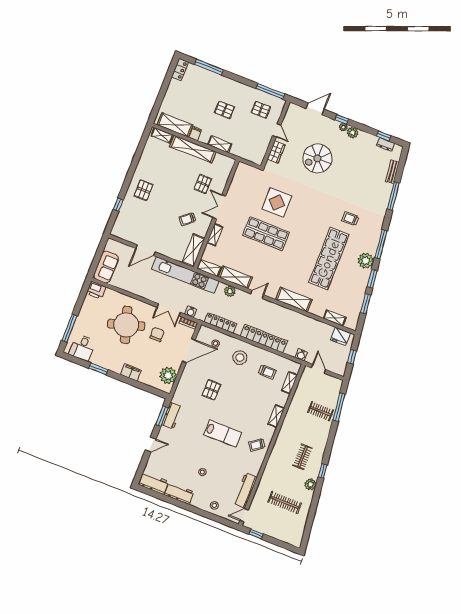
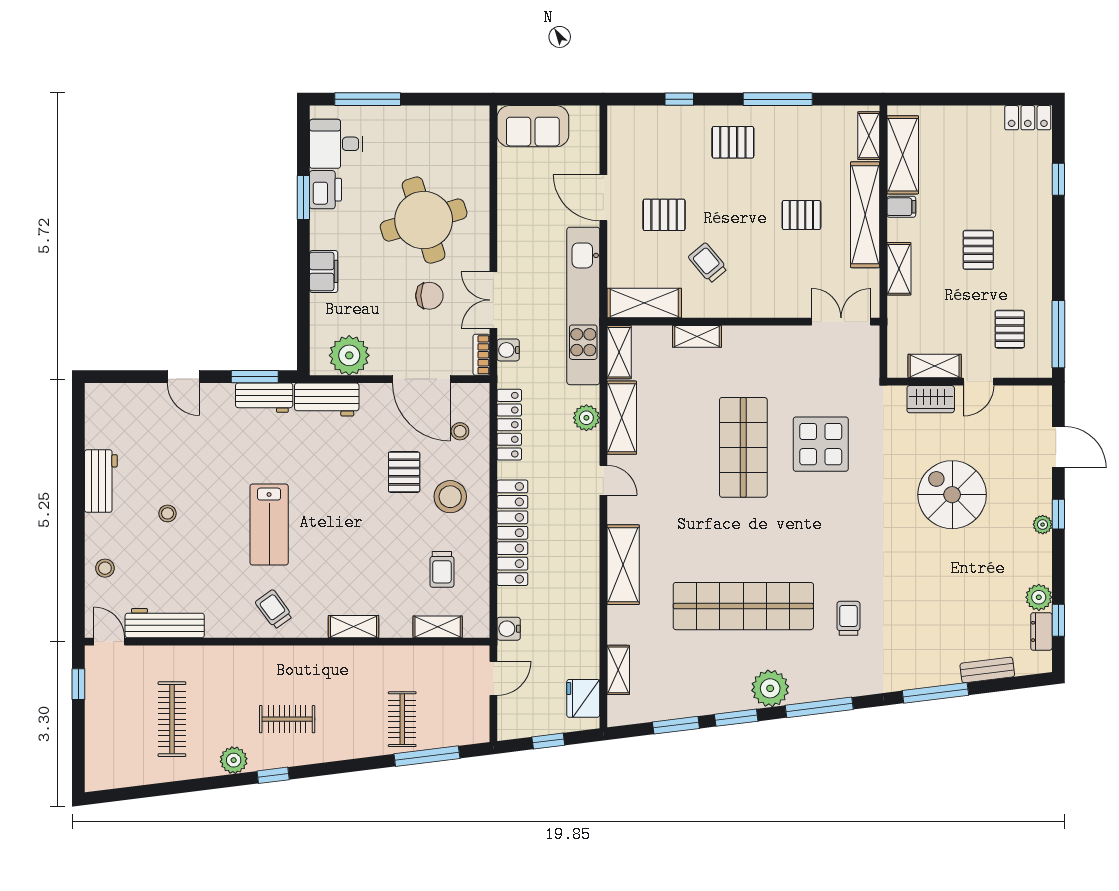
window: (209, 67) -> (1058, 179), width x0.46
plant: (353, 133) -> (1039, 597), moved
shelving: (264, 145) -> (935, 366), added
window: (134, 166) -> (778, 99), added
pallet: (203, 184) -> (801, 215), moved
double door: (219, 207) -> (841, 322), moved
pallet: (162, 229) -> (664, 215), added
printer: (96, 290) -> (325, 190), moved, turned 180
pallet: (211, 390) -> (404, 472), moved, turned 90
workbench: (153, 483) -> (327, 400), moved, turned 90

